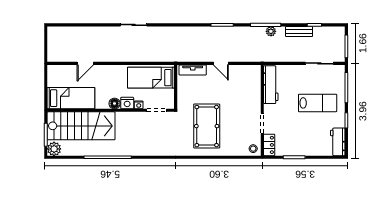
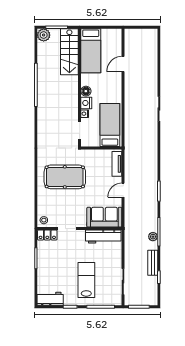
door: (85, 63) -> (123, 64), hinge flipped
sofa: (250, 84) -> (104, 217), added
lab bench: (318, 103) -> (86, 280), turned 180
stairs: (81, 126) -> (69, 52), width x0.73, depth x0.66

